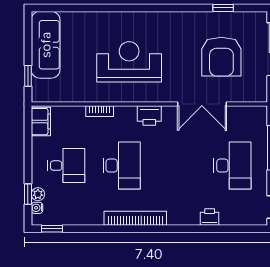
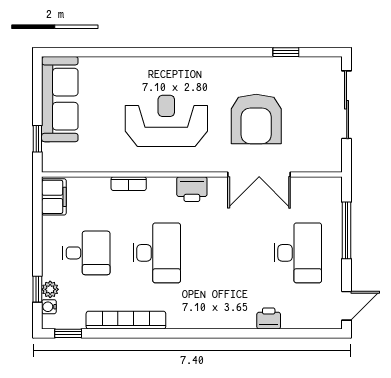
armchair: (221, 57) -> (256, 119), moved
bookcase: (135, 218) -> (126, 320), moved

